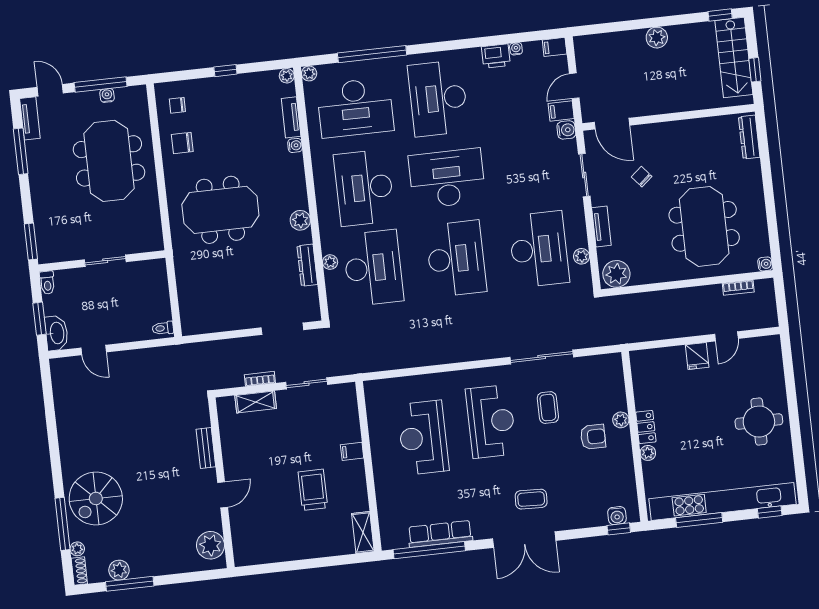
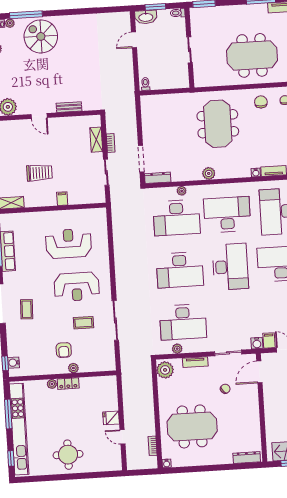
dresser: (307, 265) -> (158, 178), moved

